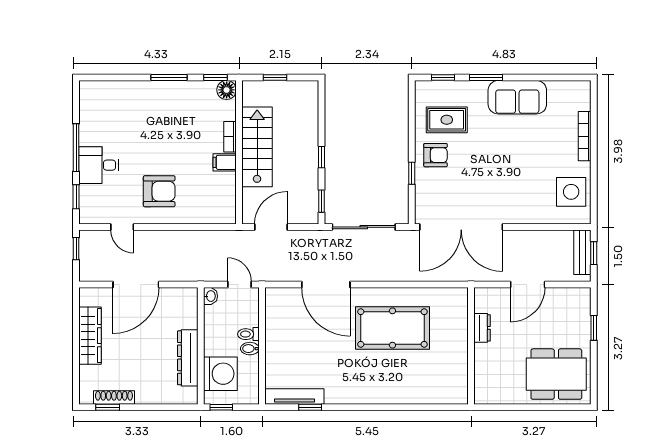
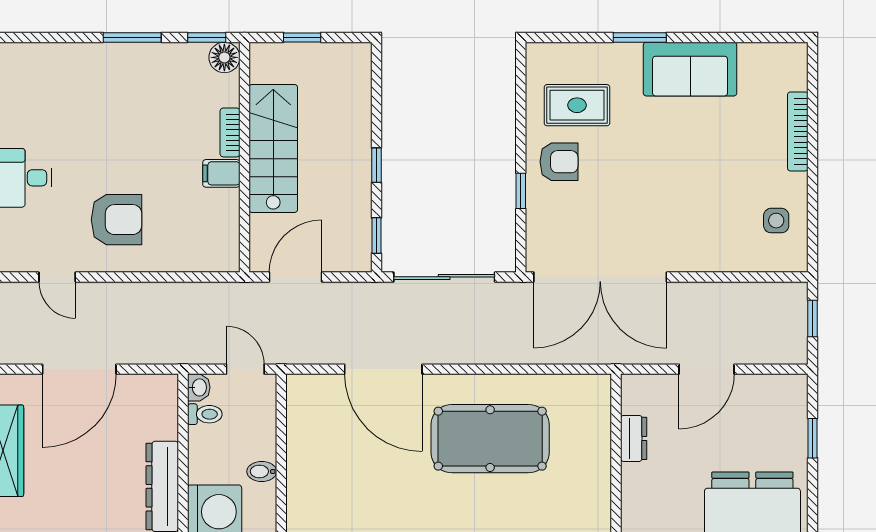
window: (443, 77) -> (571, 37), removed
side table: (571, 192) -> (776, 221), width x0.54, depth x0.54
bench: (582, 252) -> (794, 317), removed
toilet: (248, 334) -> (205, 414), moved, turned 180

